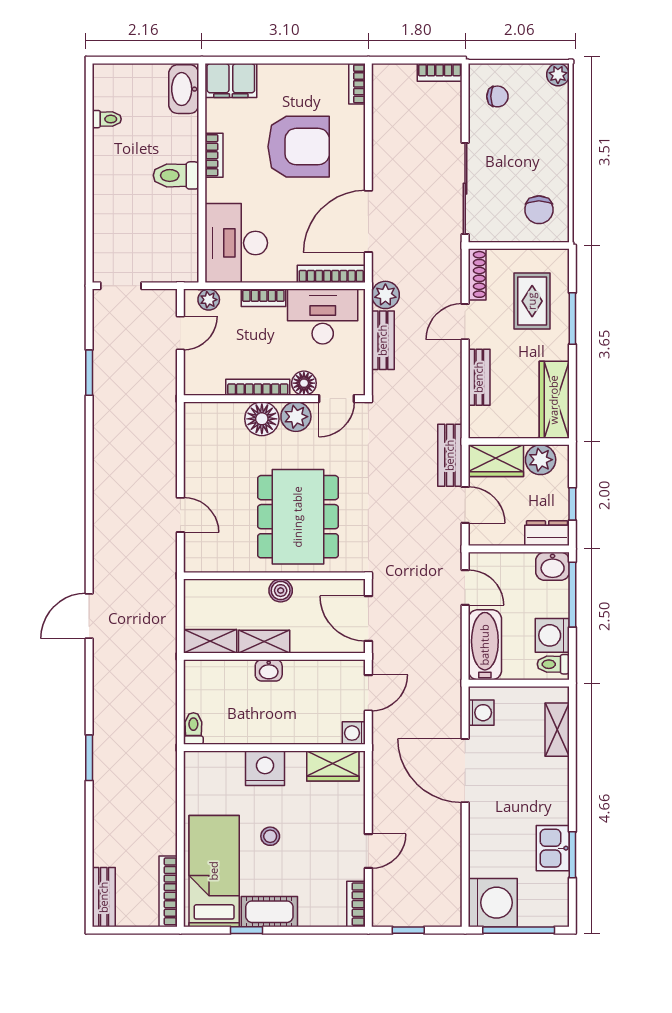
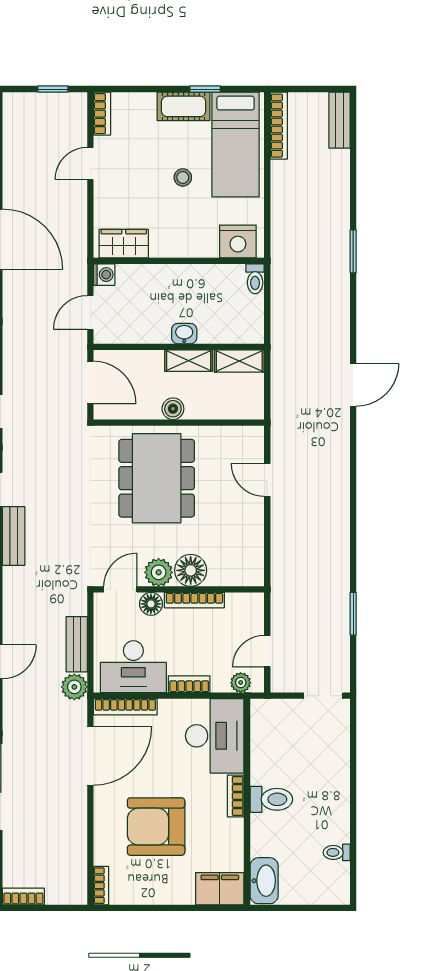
bookcase: (214, 155) -> (236, 796), moved
nightstand: (265, 768) -> (238, 241), moved

